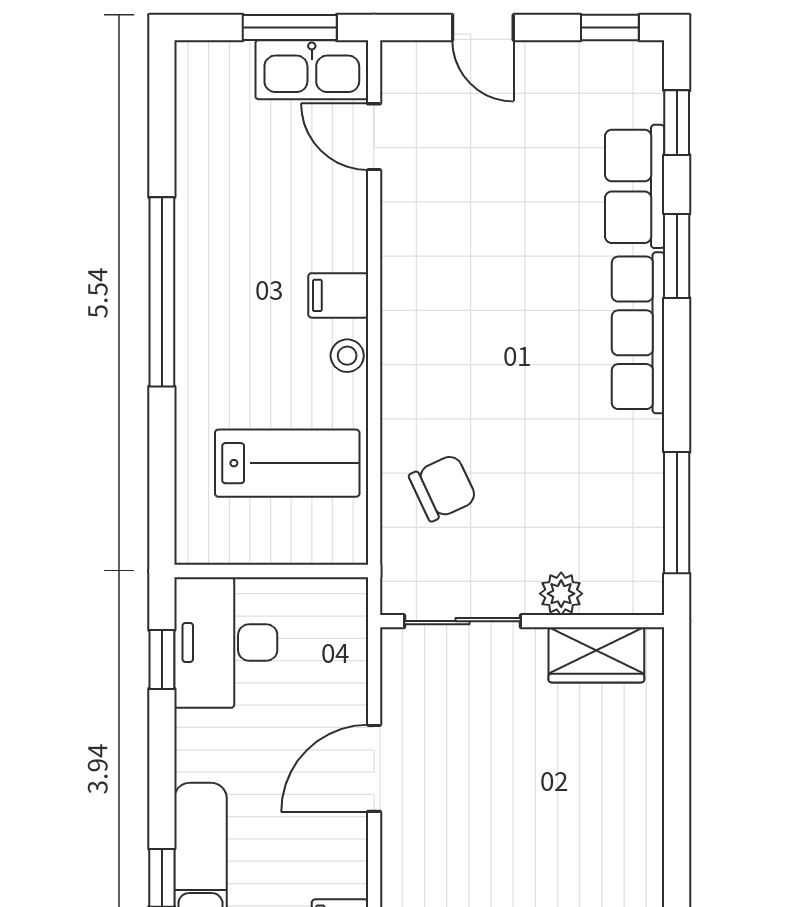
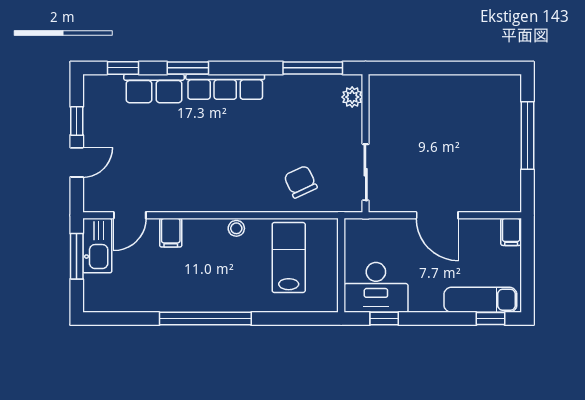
window: (610, 27) -> (77, 121), moved
filing cabinet: (338, 295) -> (171, 233), moved
plant: (561, 594) -> (352, 97), moved
wardrobe: (596, 655) -> (382, 107), removed

